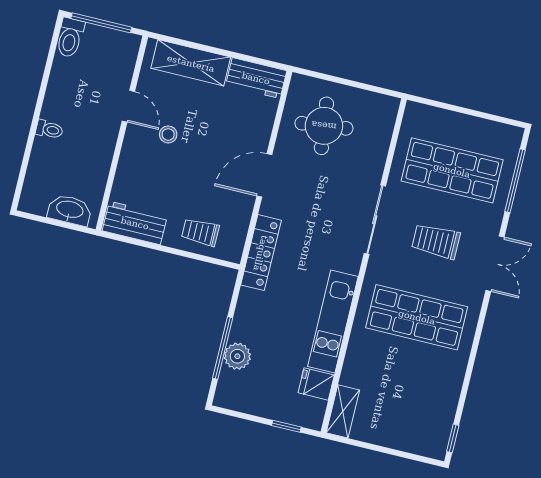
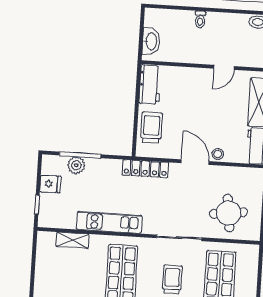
round table: (324, 126) -> (229, 213), moved
stool: (168, 134) -> (218, 154), moved
trolley: (200, 232) -> (151, 128), width x1.36, depth x1.39
fridge: (316, 384) -> (50, 184), moved, turned 90
shelving: (343, 411) -> (72, 240), moved

